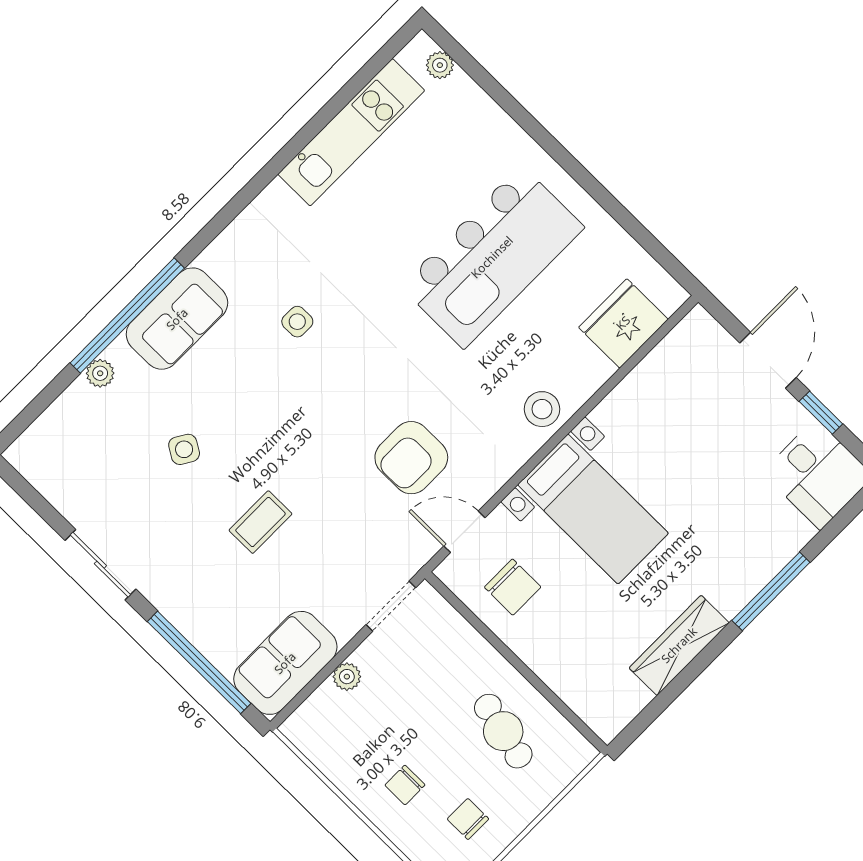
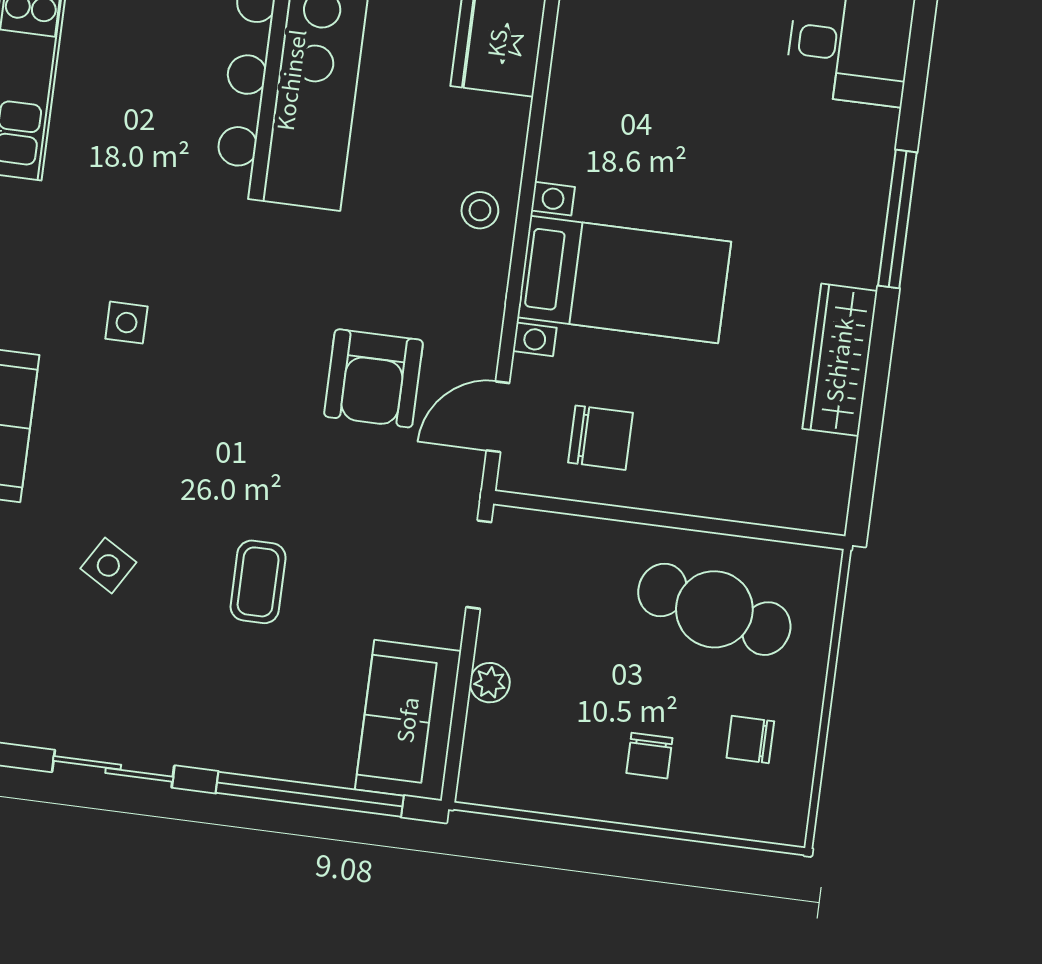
stool: (542, 409) -> (480, 210), width x0.73, depth x0.73
cafe table: (503, 731) -> (714, 609), width x1.37, depth x1.35

